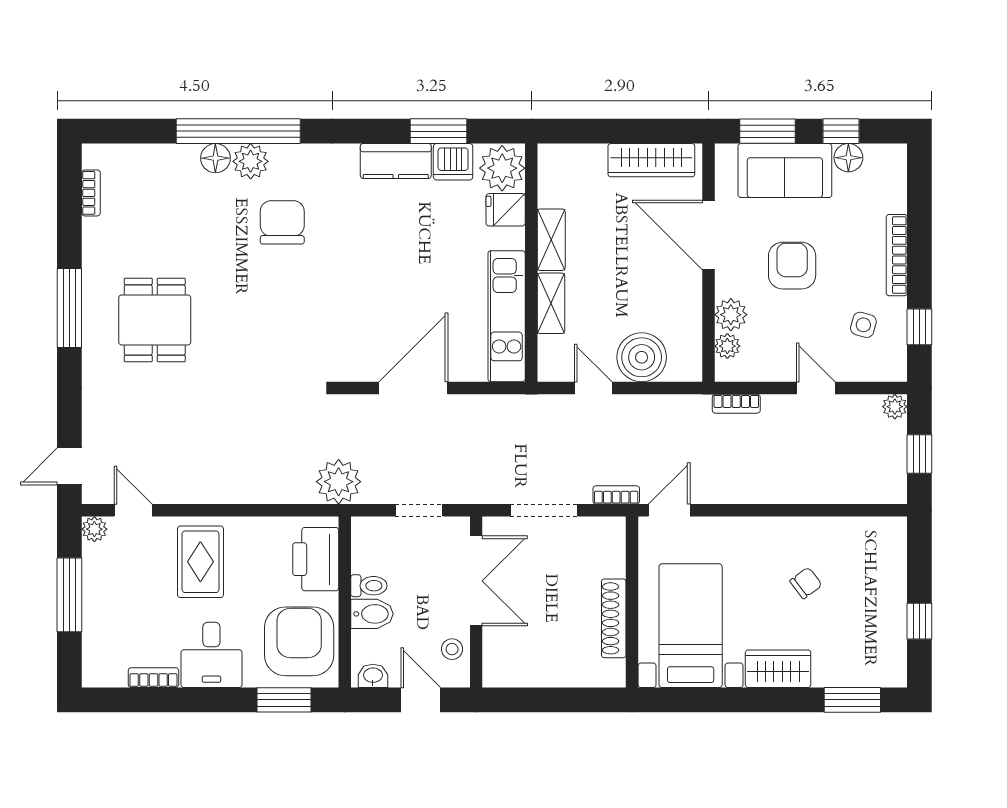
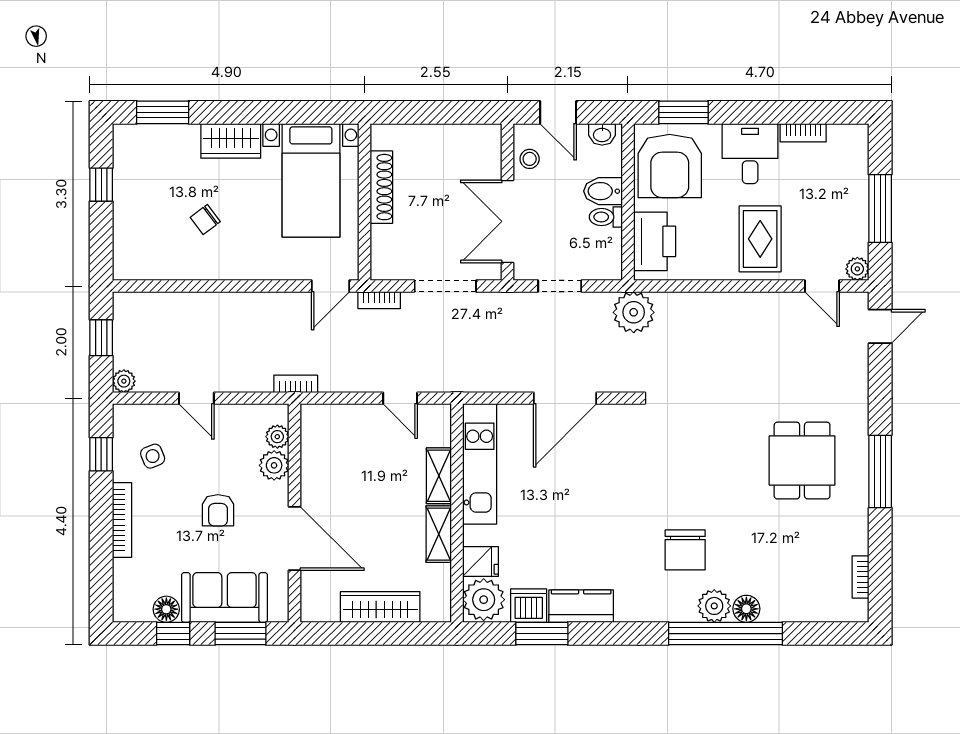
wardrobe: (651, 160) -> (380, 607), moved
armchair: (792, 266) -> (218, 510), width x0.72, depth x0.72
side table: (863, 325) -> (153, 456), turned -37
boiler: (642, 357) -> (356, 426), removed
bookcase: (736, 404) -> (296, 384), moved

